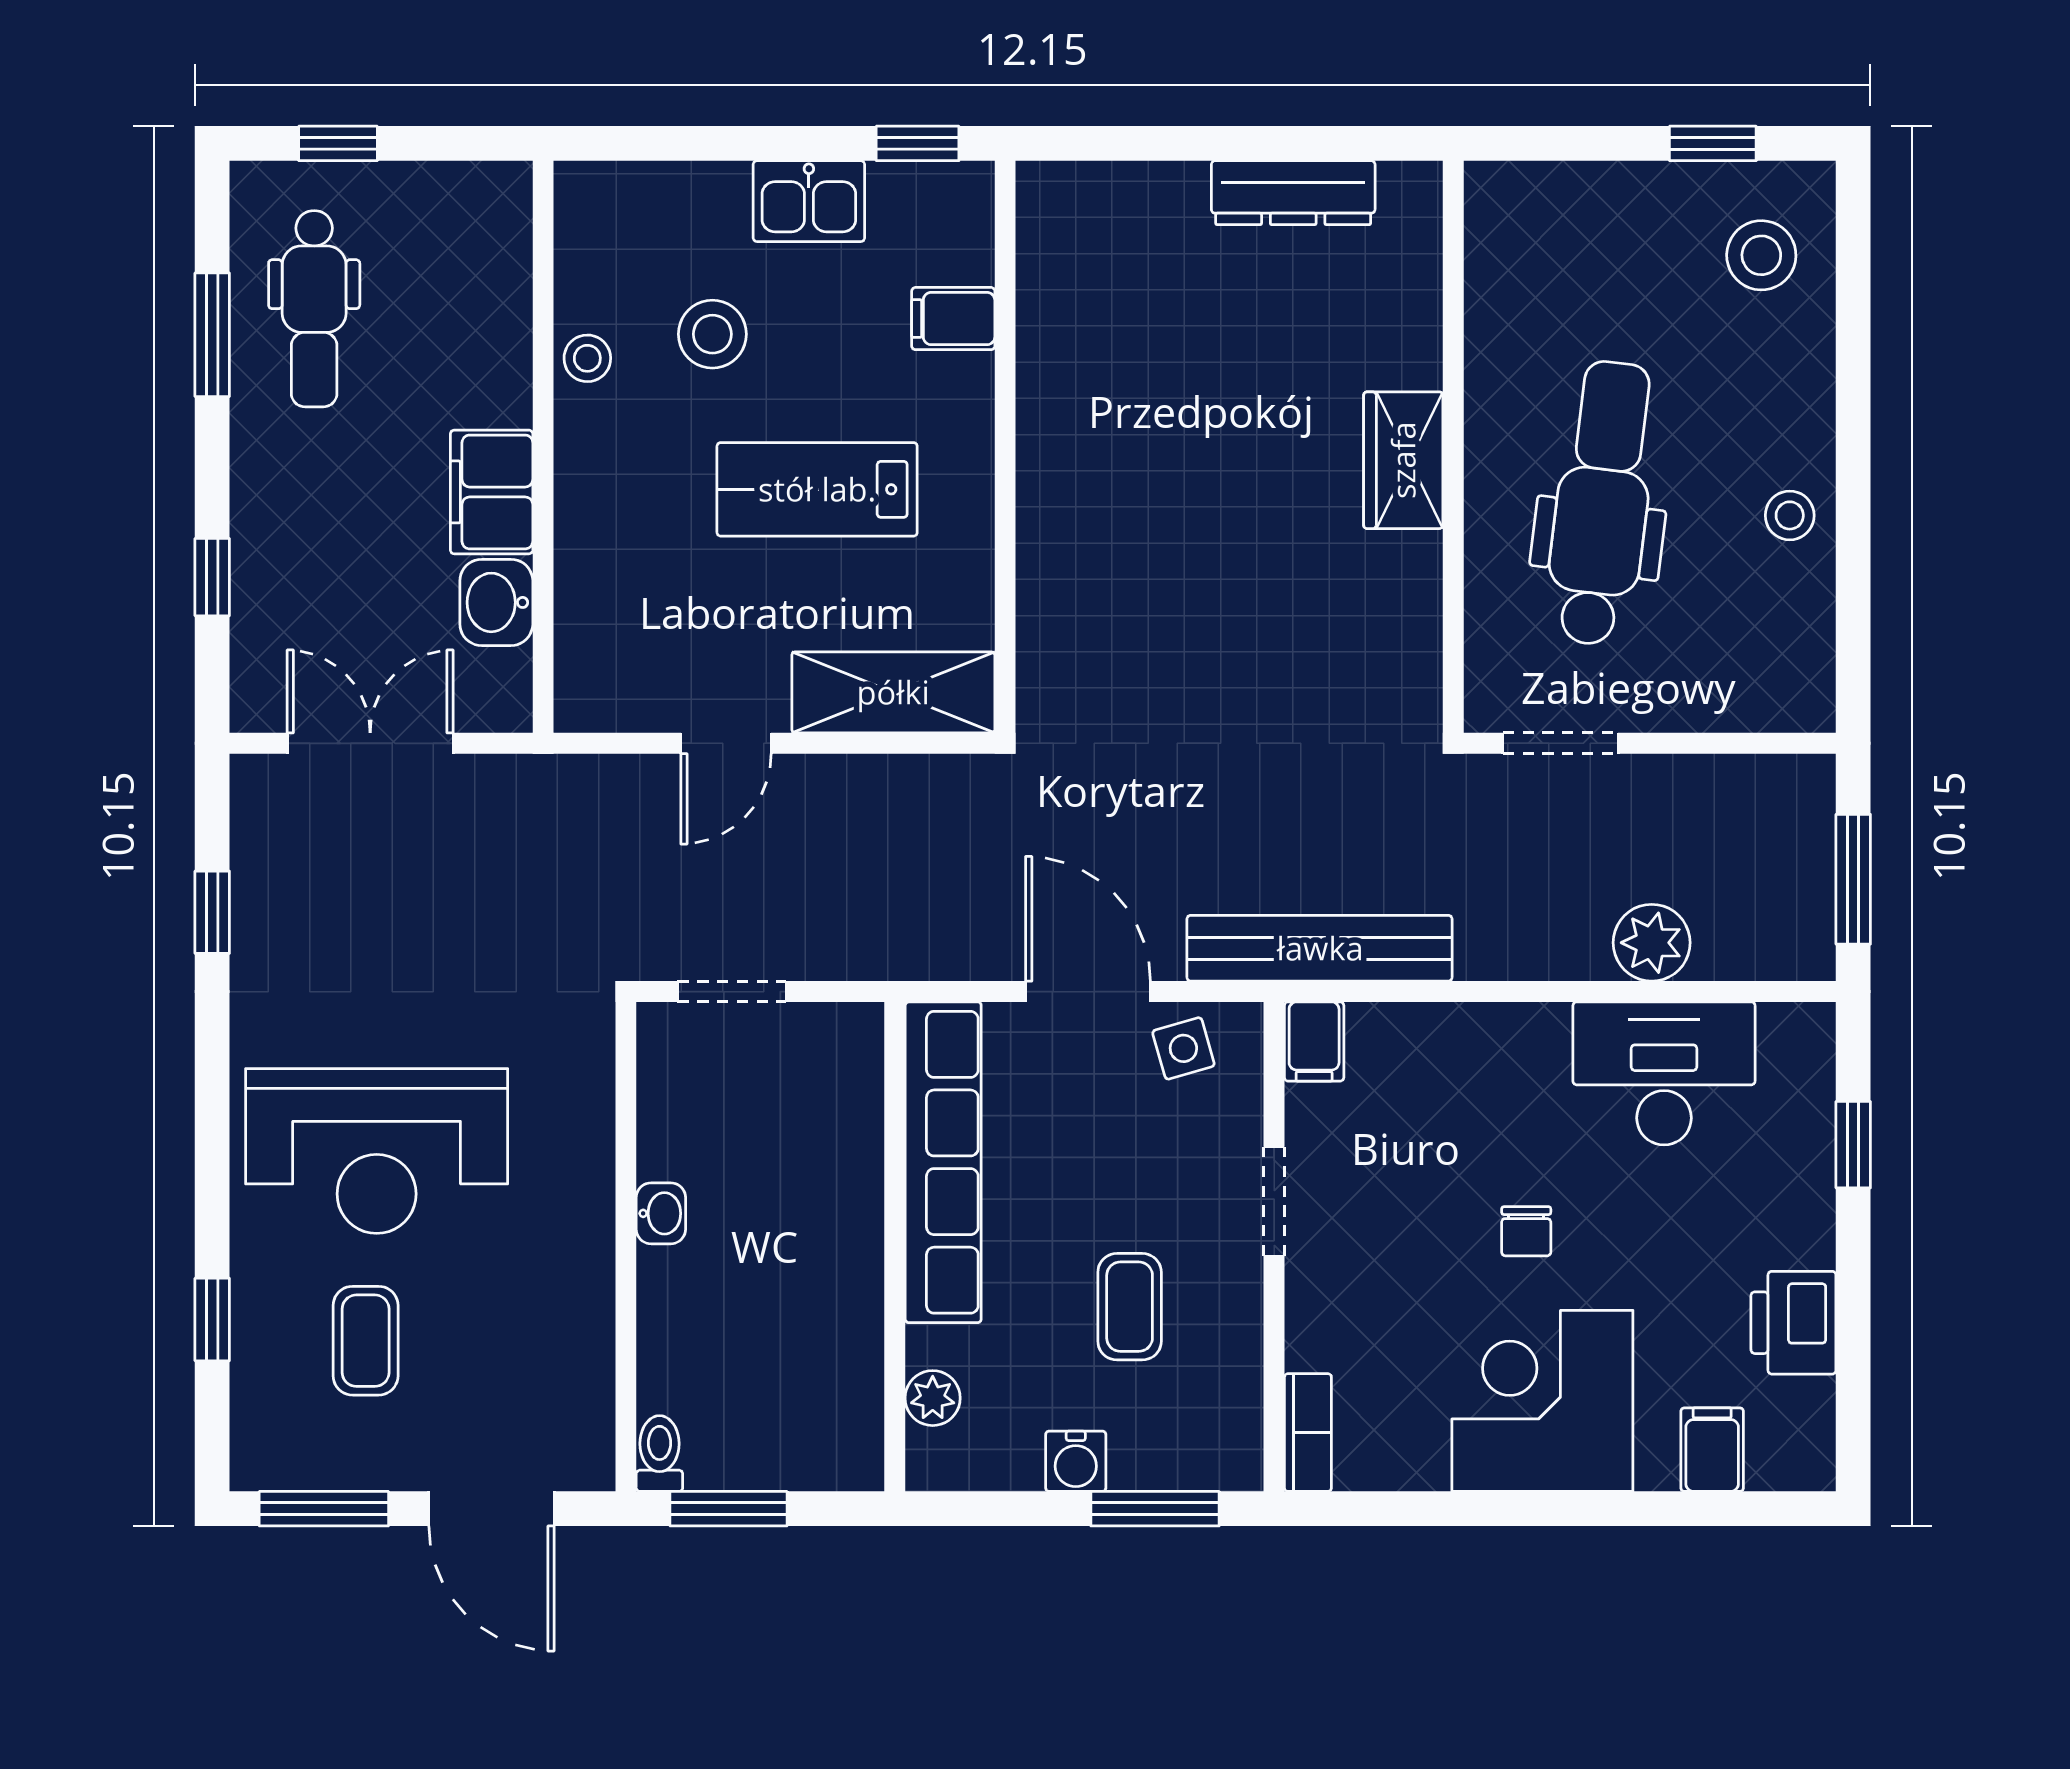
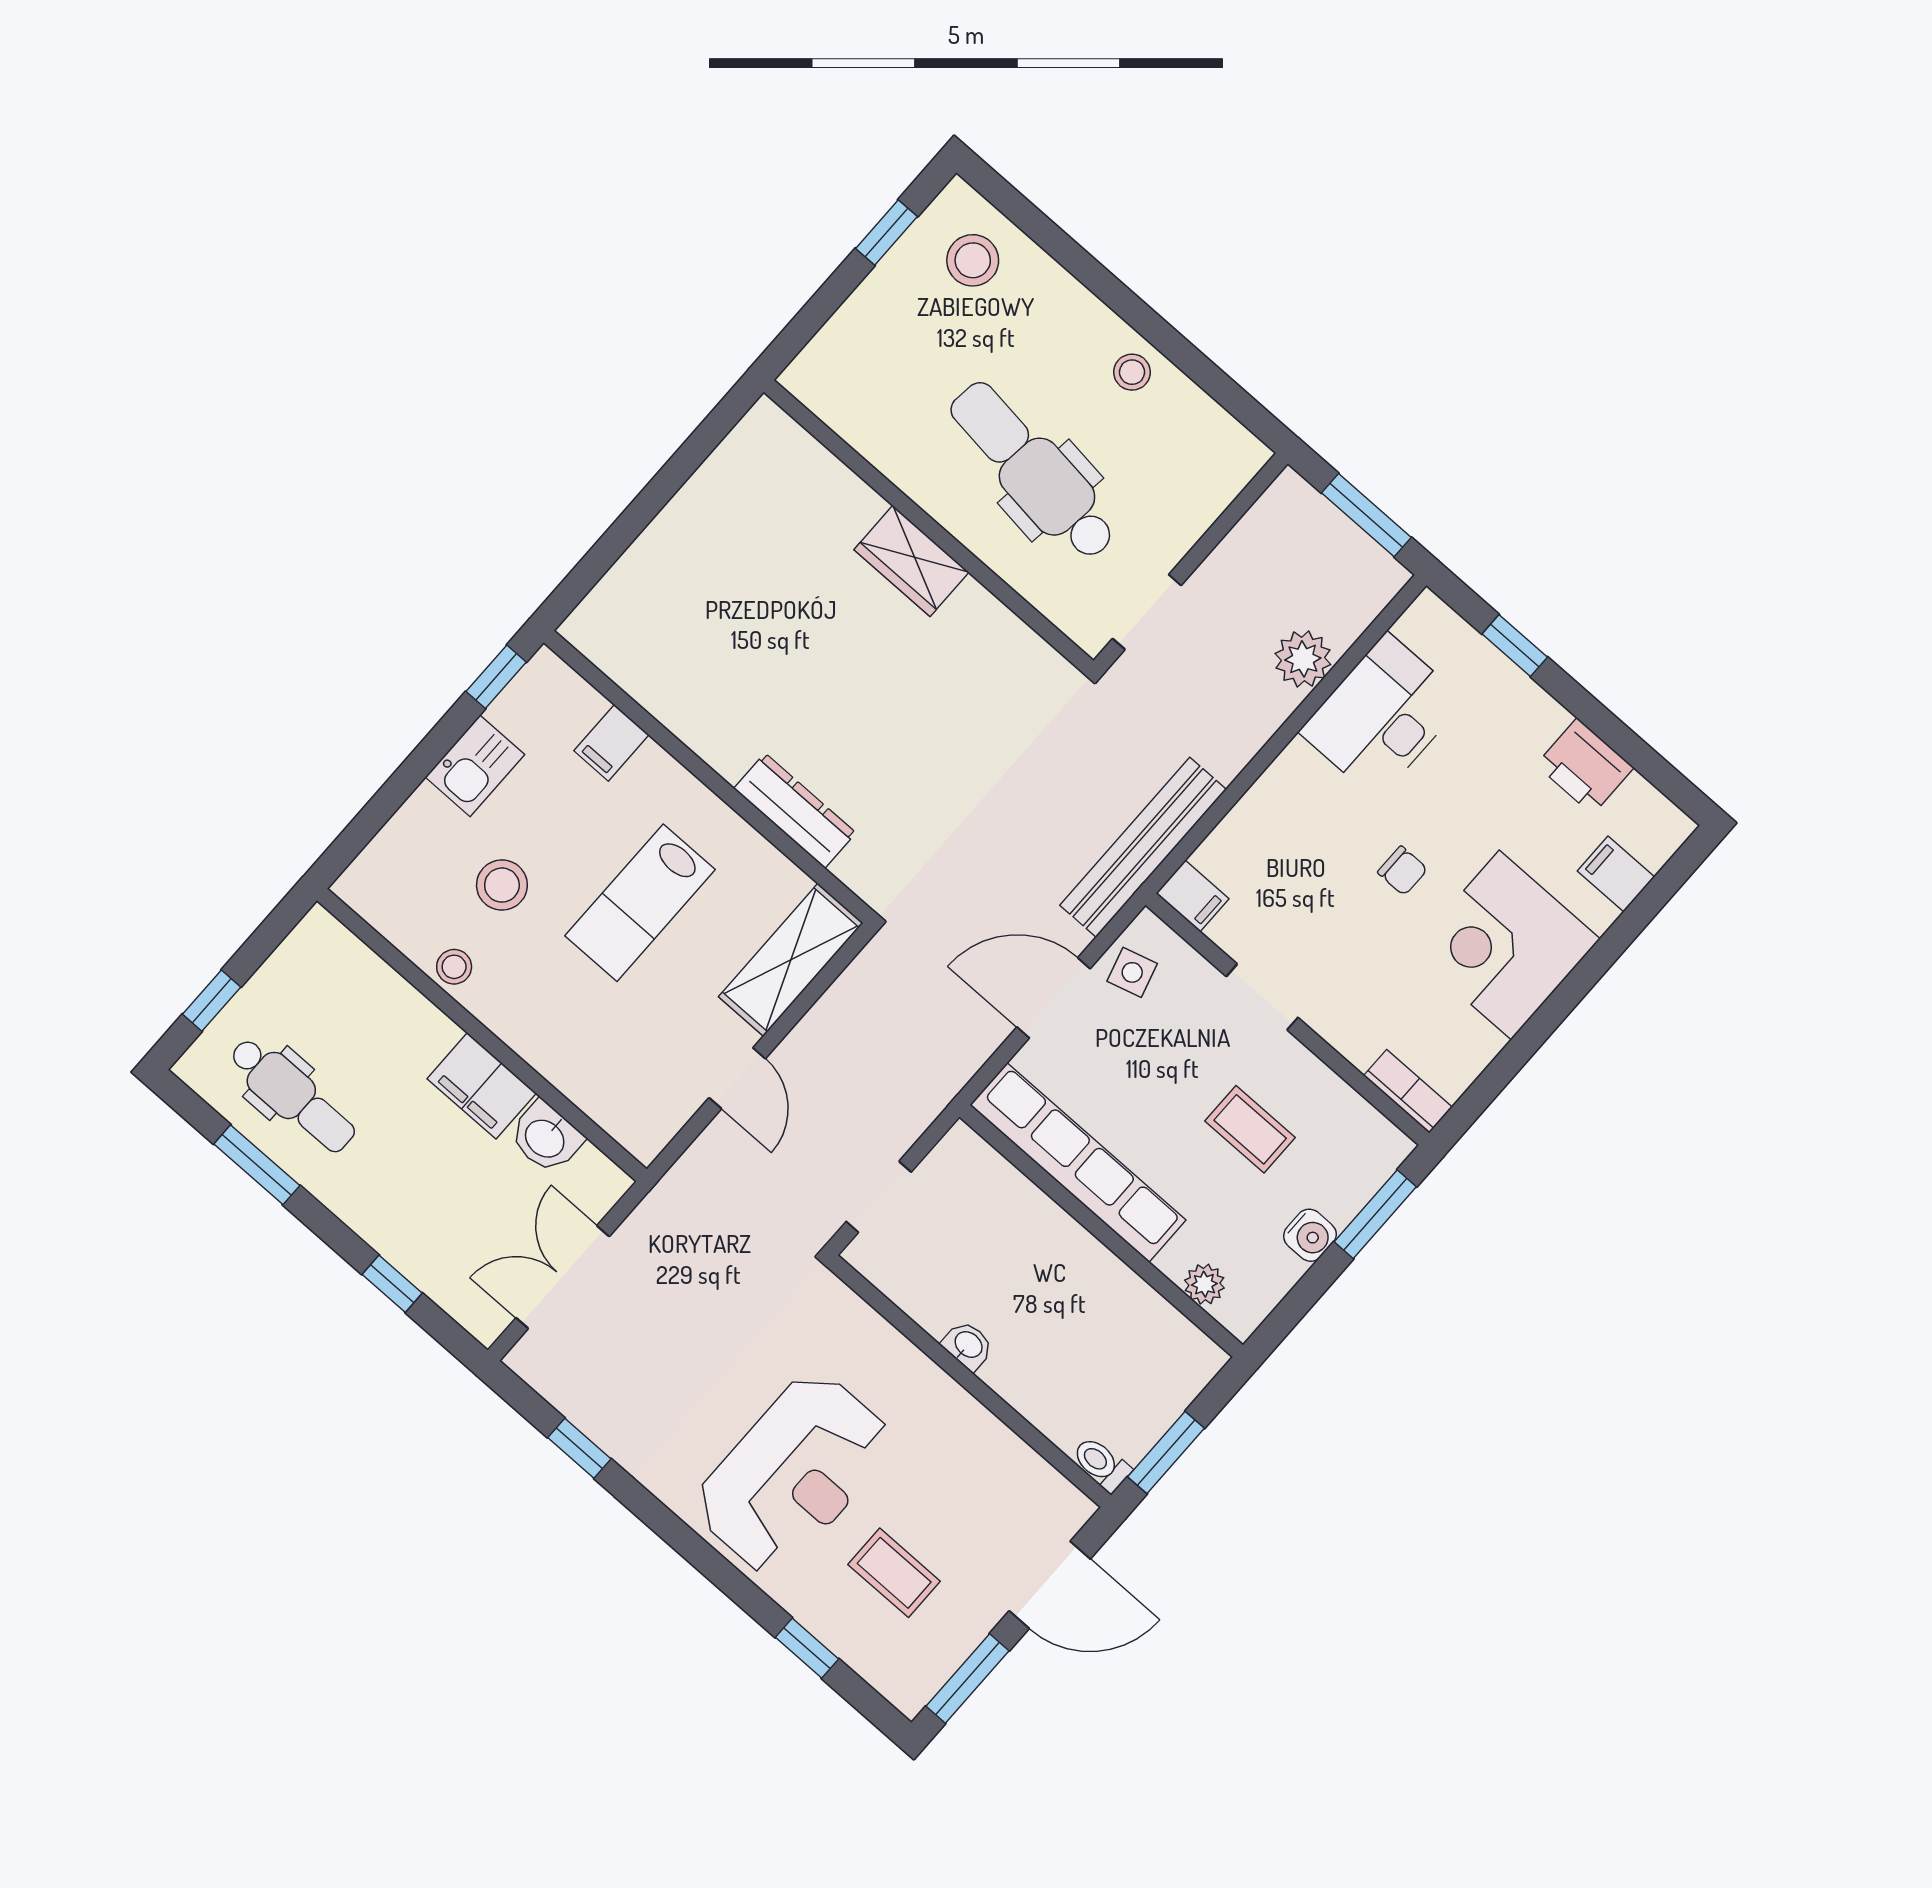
dresser: (1293, 193) -> (795, 811), moved, turned -90

